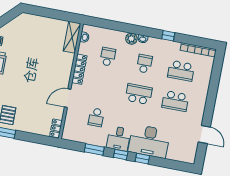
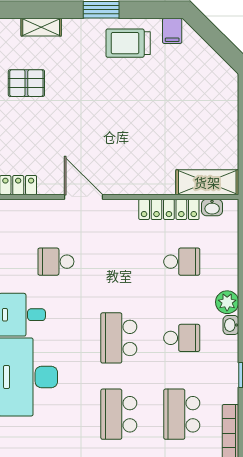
locker: (79, 69) -> (169, 209), moved
school desk: (139, 94) -> (119, 338), turned 180

